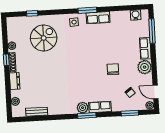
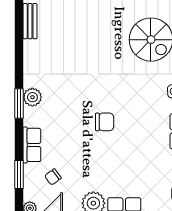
chair: (113, 69) -> (105, 122), moved
row of seats: (100, 107) -> (32, 145), moved

